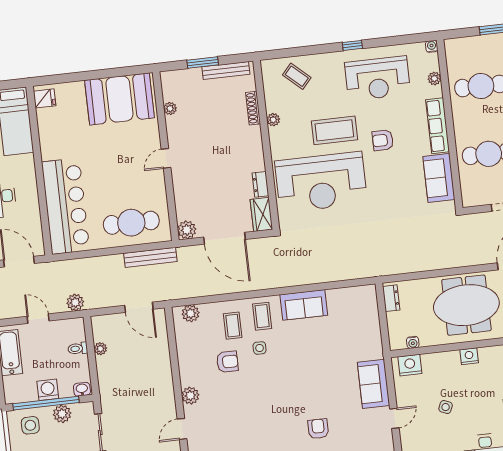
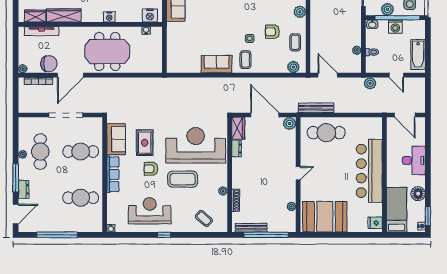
window: (203, 62) -> (266, 235), width x2.11
plant: (434, 79) -> (111, 206), removed
armchair: (383, 140) -> (151, 169), turned 180
rug: (396, 178) -> (145, 143), added
bar counter: (66, 206) -> (369, 171), moved
dresser: (391, 298) -> (157, 62), removed
coffee table: (233, 326) -> (295, 42), moved

